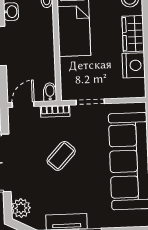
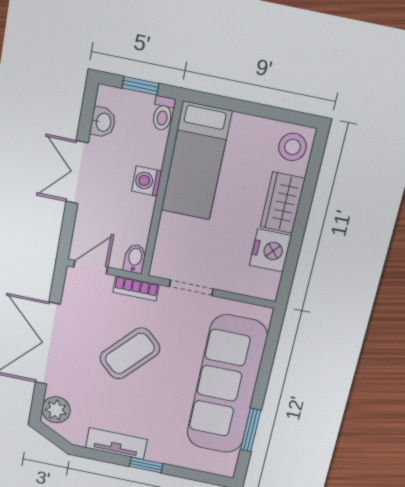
washing machine: (46, 41) -> (147, 181), added
coffee table: (61, 156) -> (130, 353), width x1.36, depth x1.30

